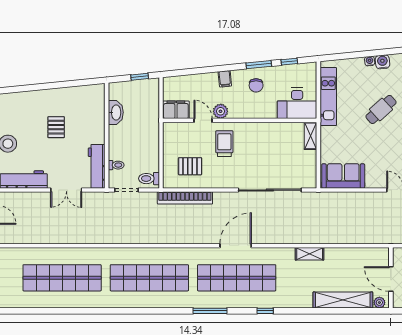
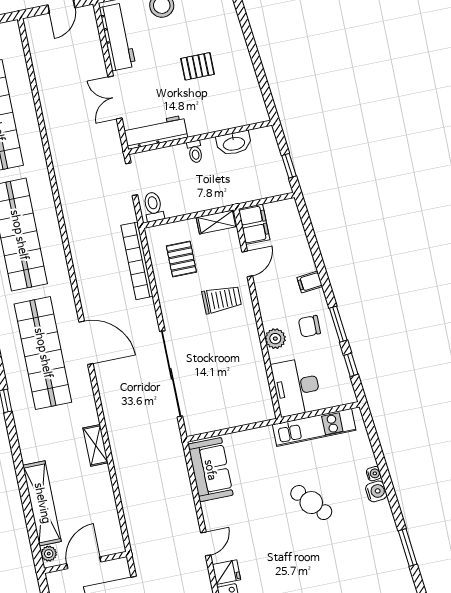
plant: (221, 111) -> (275, 339), moved
shelving: (310, 136) -> (217, 222), moved
toilet: (116, 165) -> (195, 152), moved

